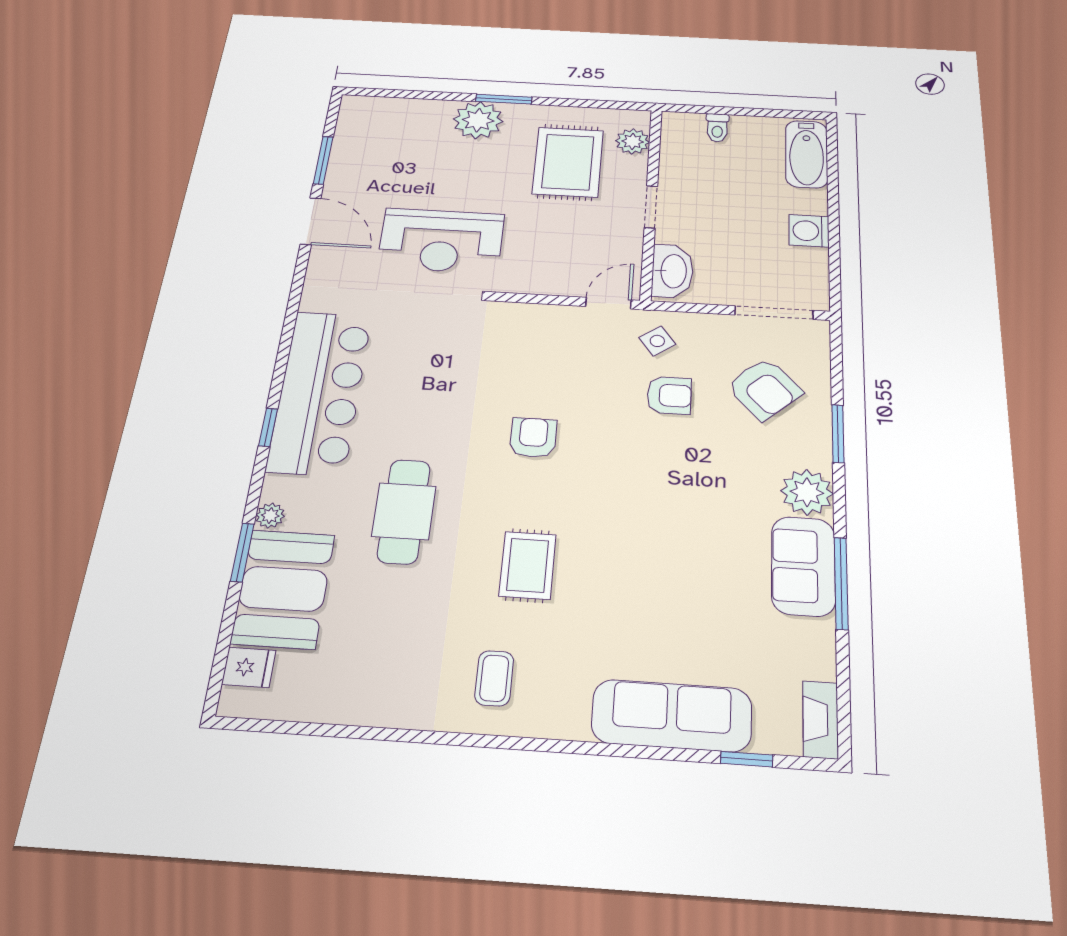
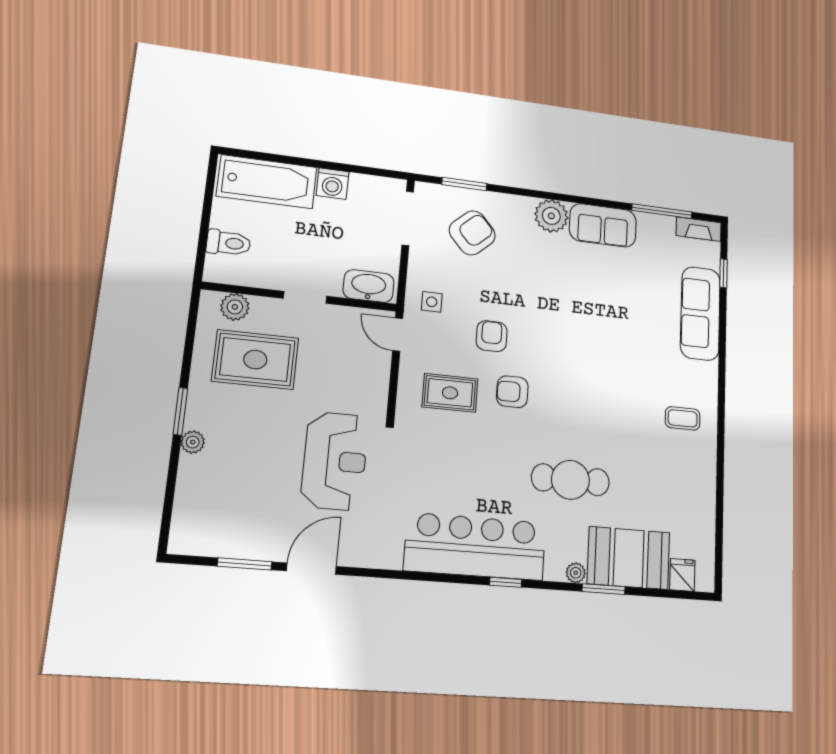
plant: (478, 120) -> (193, 442), width x0.53, depth x0.53
toilet: (717, 128) -> (229, 243), width x1.37, depth x1.39
bathtub: (807, 154) -> (267, 182), width x1.36, depth x1.36
side table: (657, 341) -> (432, 302), turned 36
armchair: (669, 395) -> (492, 336), moved
window: (838, 434) -> (464, 184), moved
rug: (528, 565) -> (450, 393), moved
window: (841, 583) -> (662, 211), moved

